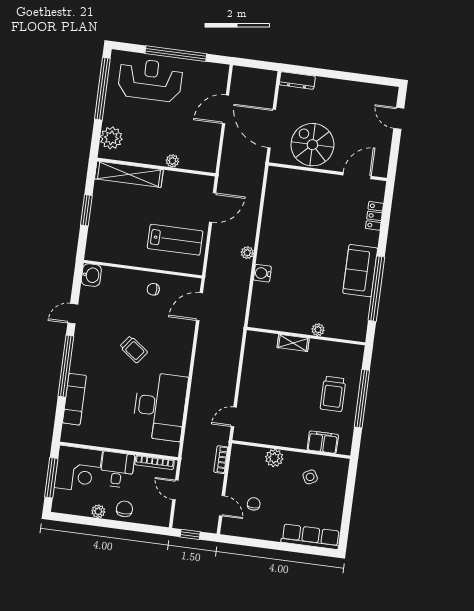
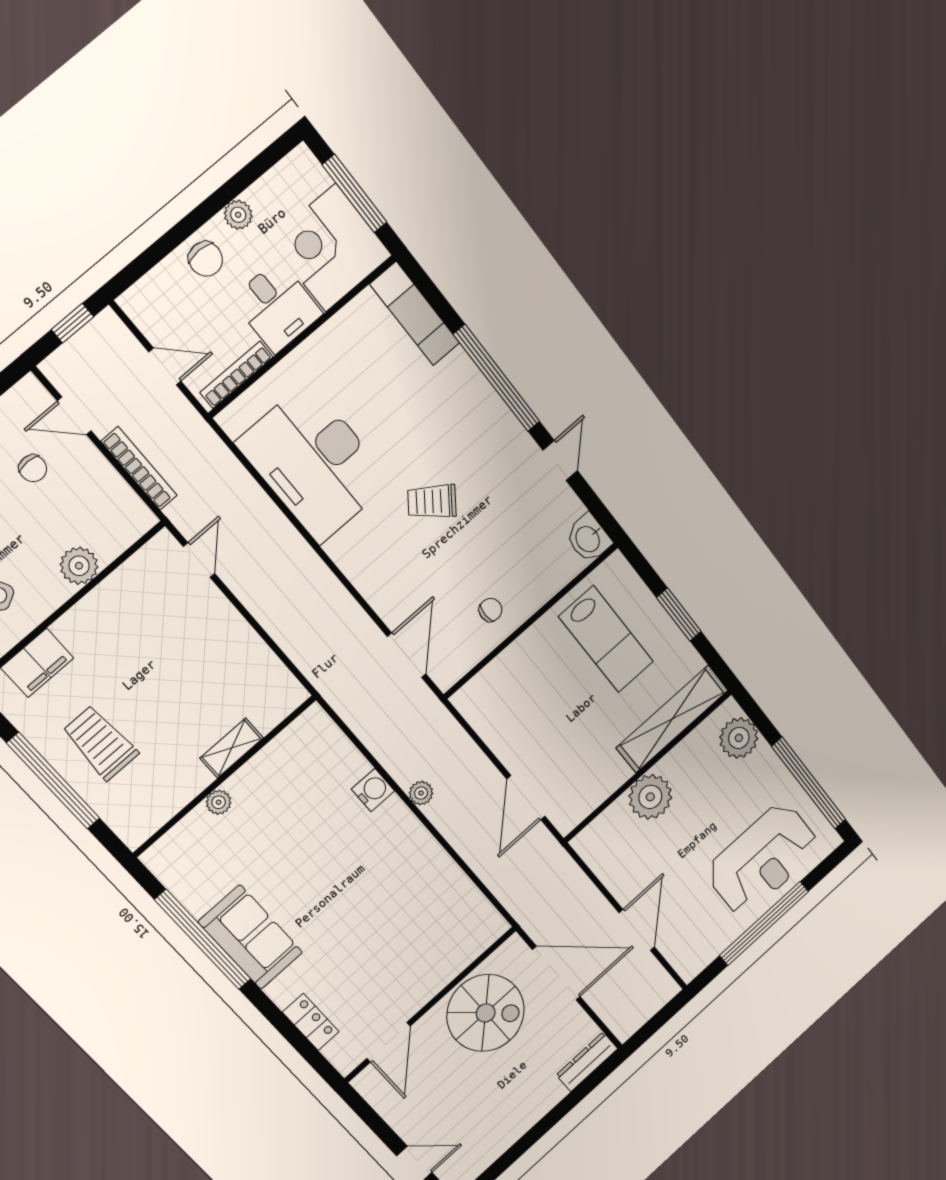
plant: (172, 161) -> (650, 797), width x1.87, depth x1.87
lab bench: (175, 240) -> (606, 639), moved, turned -90
exam couch: (74, 399) -> (415, 314), moved
bookcase: (221, 460) -> (139, 468), width x1.56

